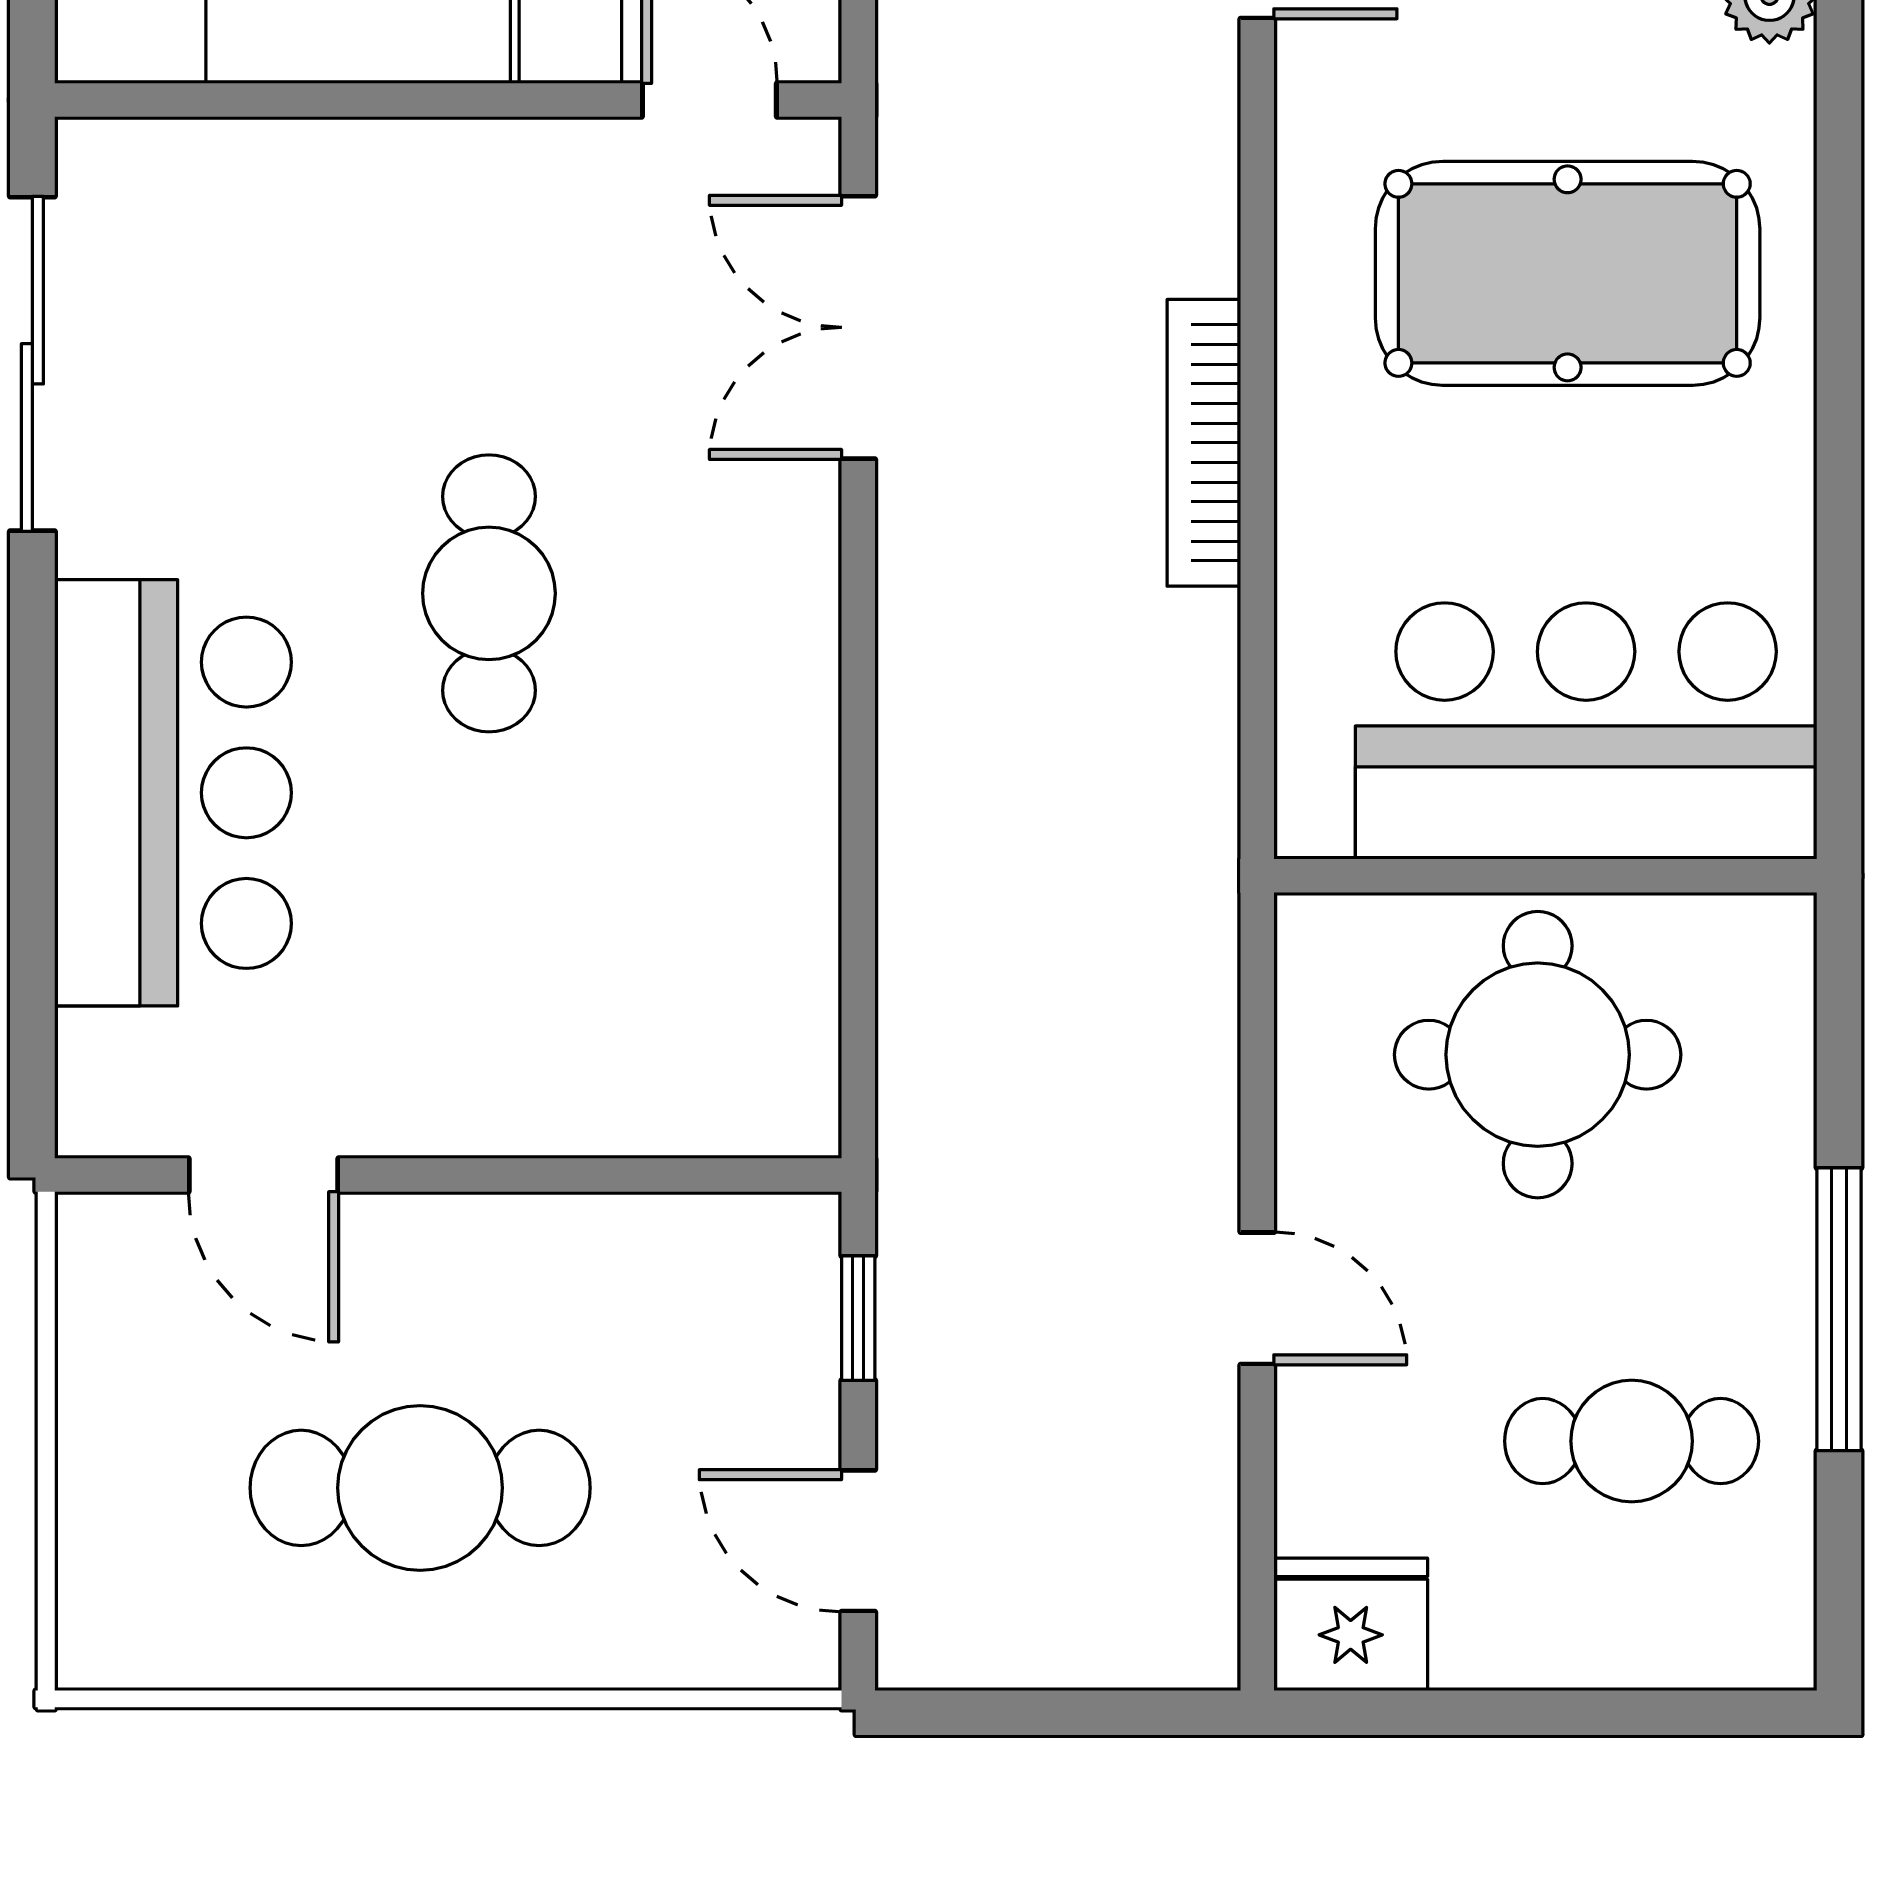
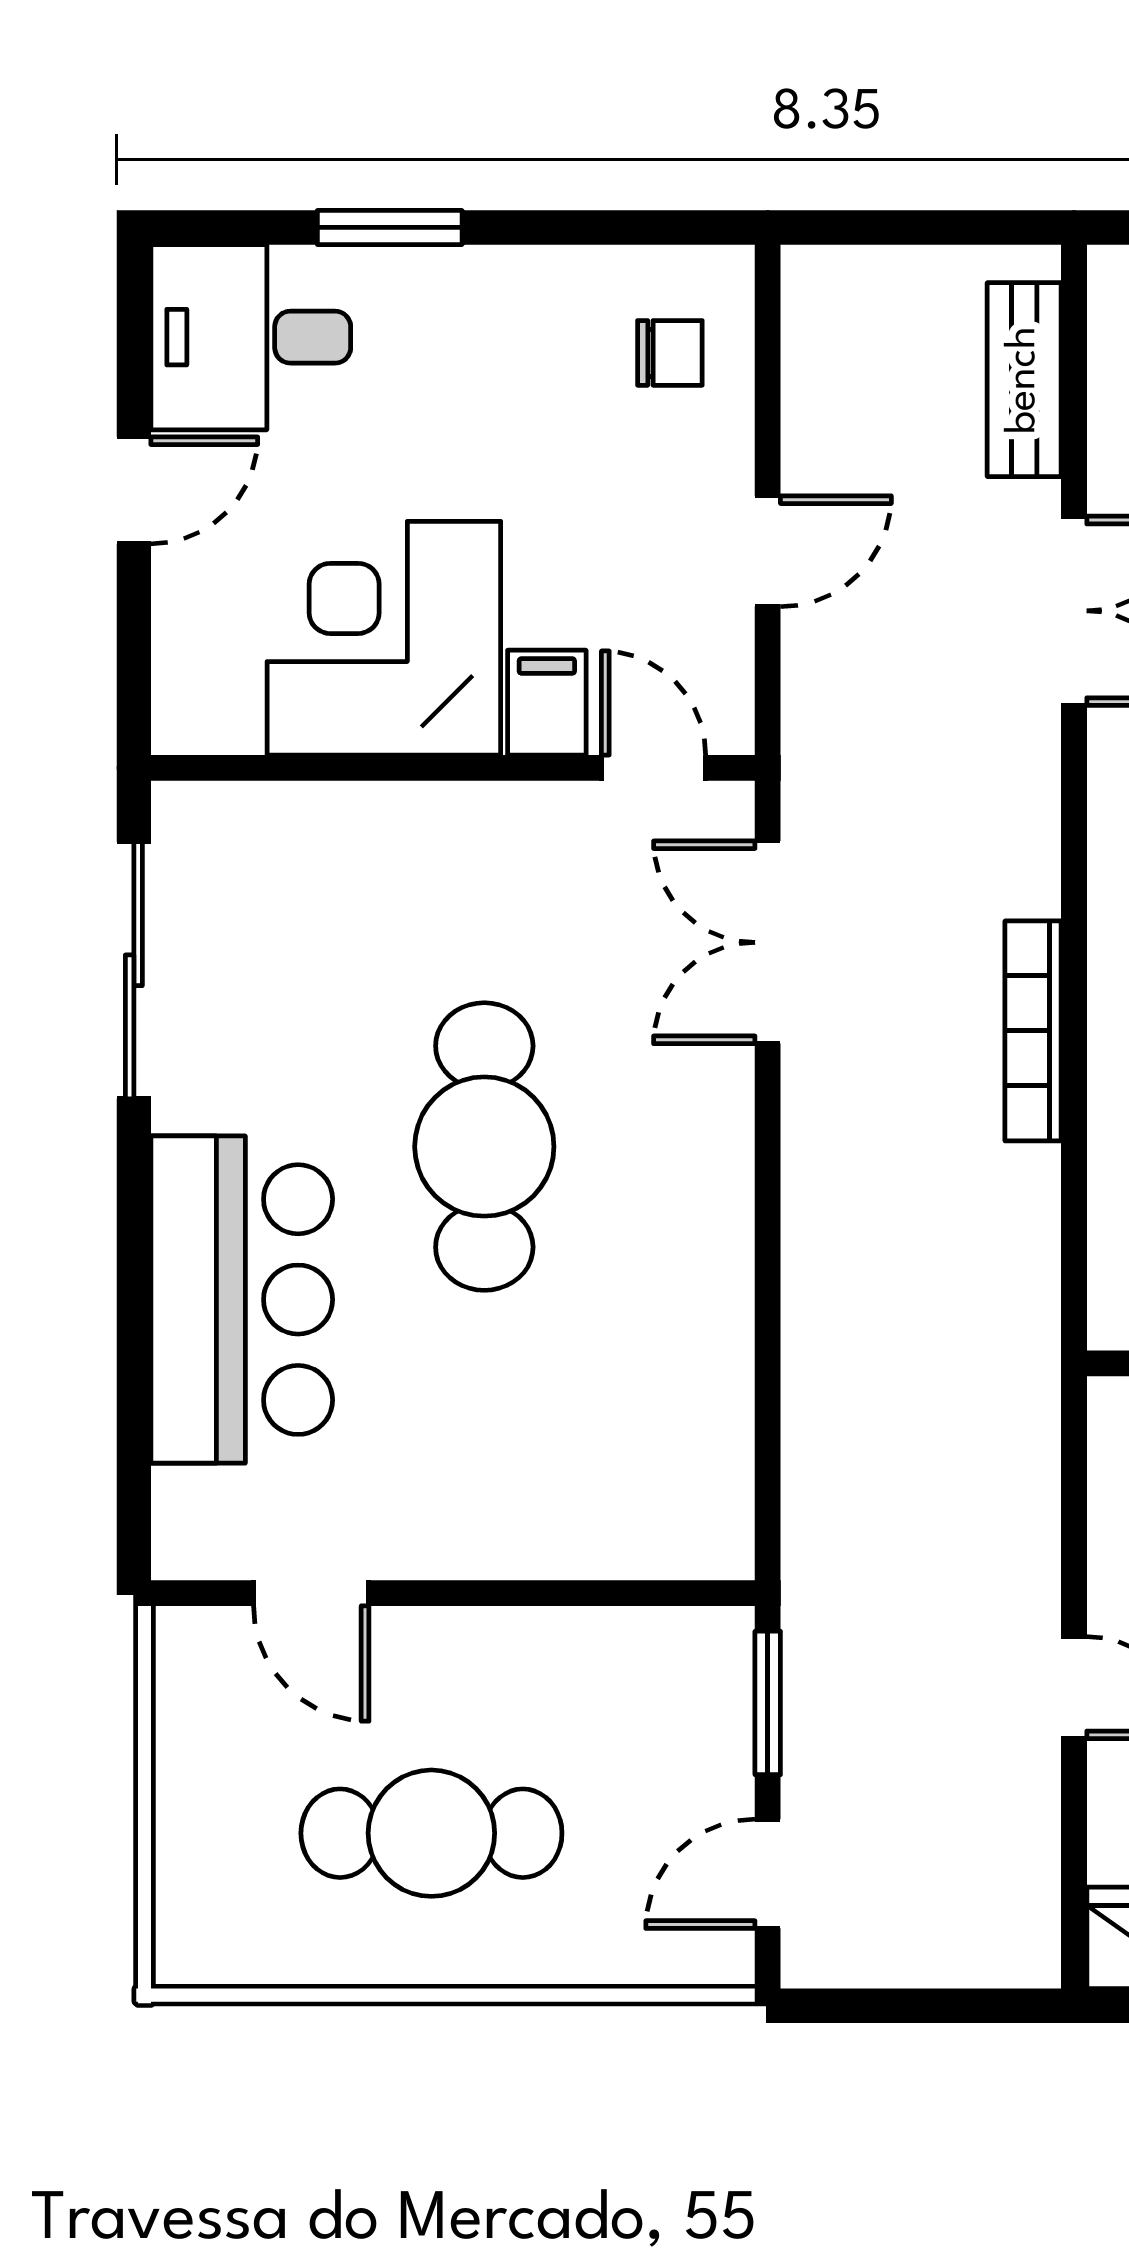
cafe table: (489, 593) -> (484, 1147), width x1.37, depth x1.35
window: (858, 1318) -> (768, 1703), width x1.50
door: (858, 1541) -> (768, 1874), hinge flipped

